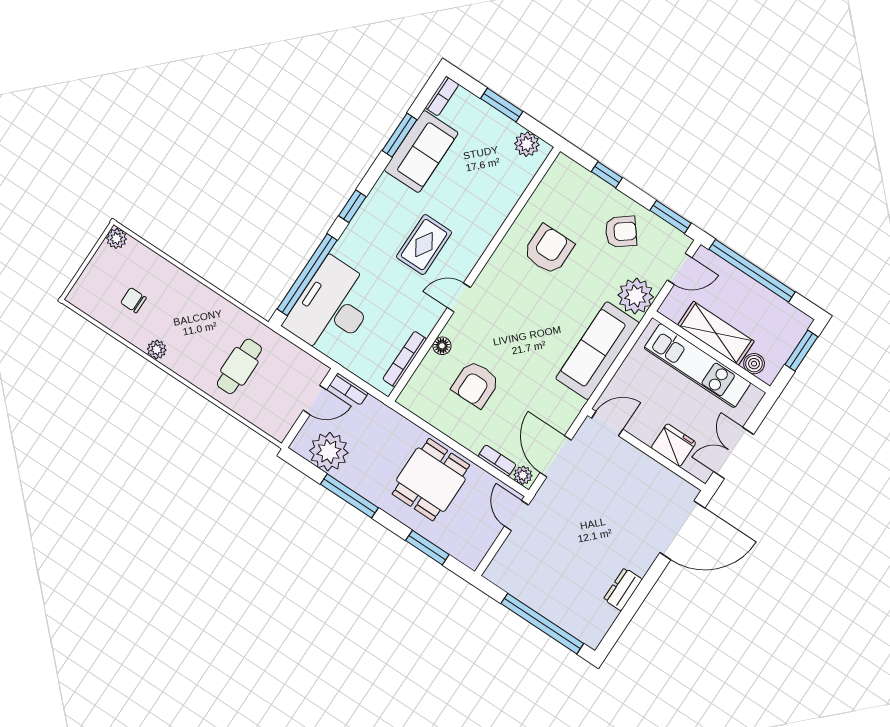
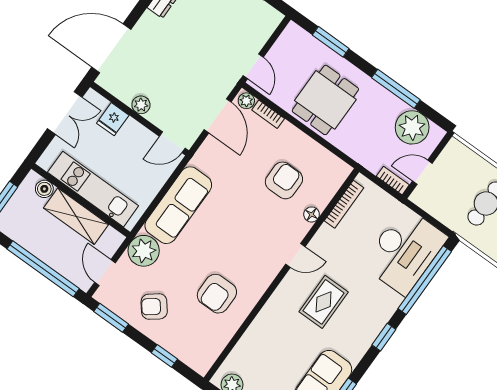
door: (680, 269) -> (105, 273), hinge flipped
fridge: (673, 445) -> (113, 119), width x0.72
plant: (645, 466) -> (141, 105), added

